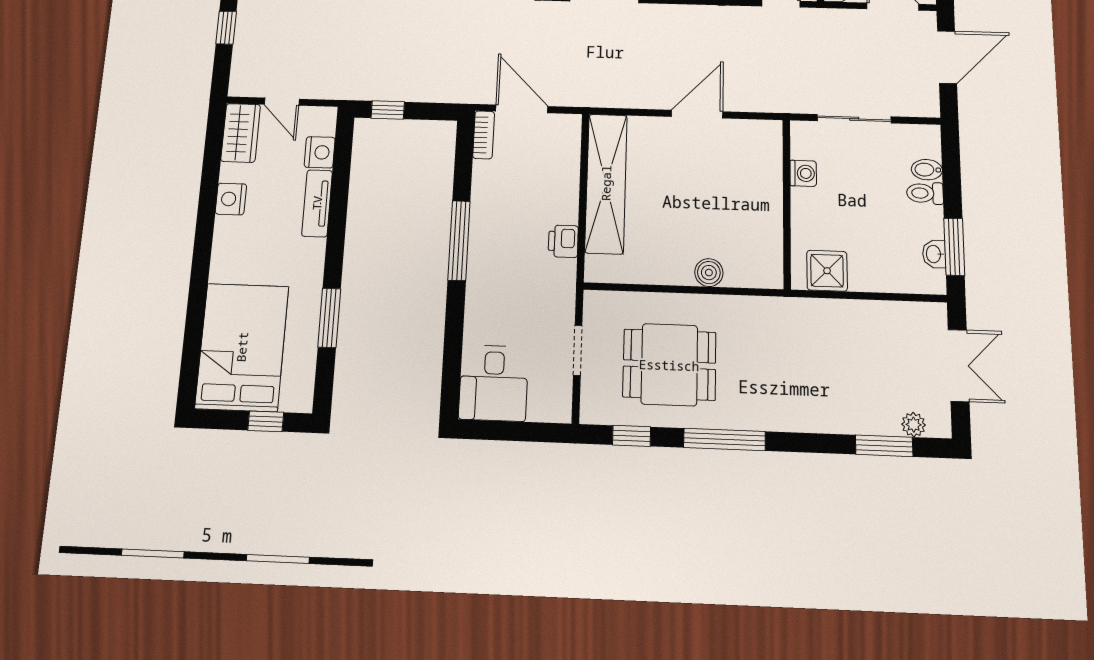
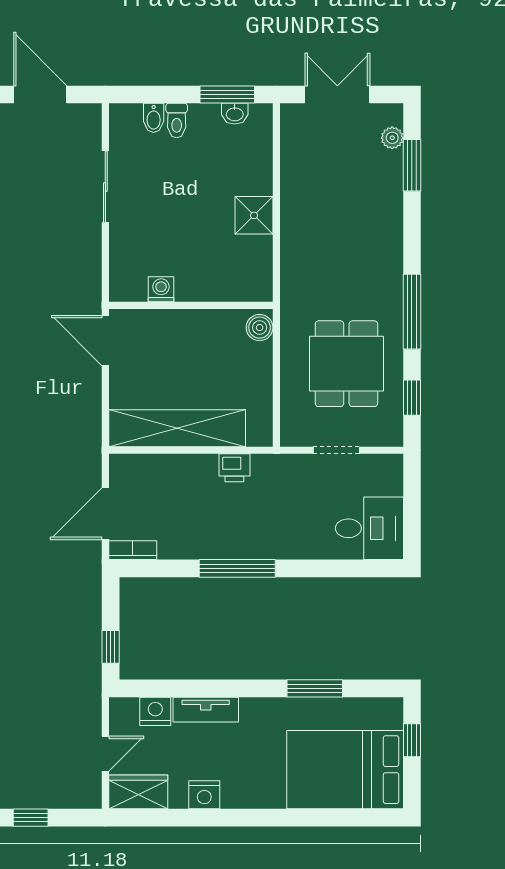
washing machine: (803, 173) -> (161, 289), moved
wall: (787, 203) -> (191, 305), moved

